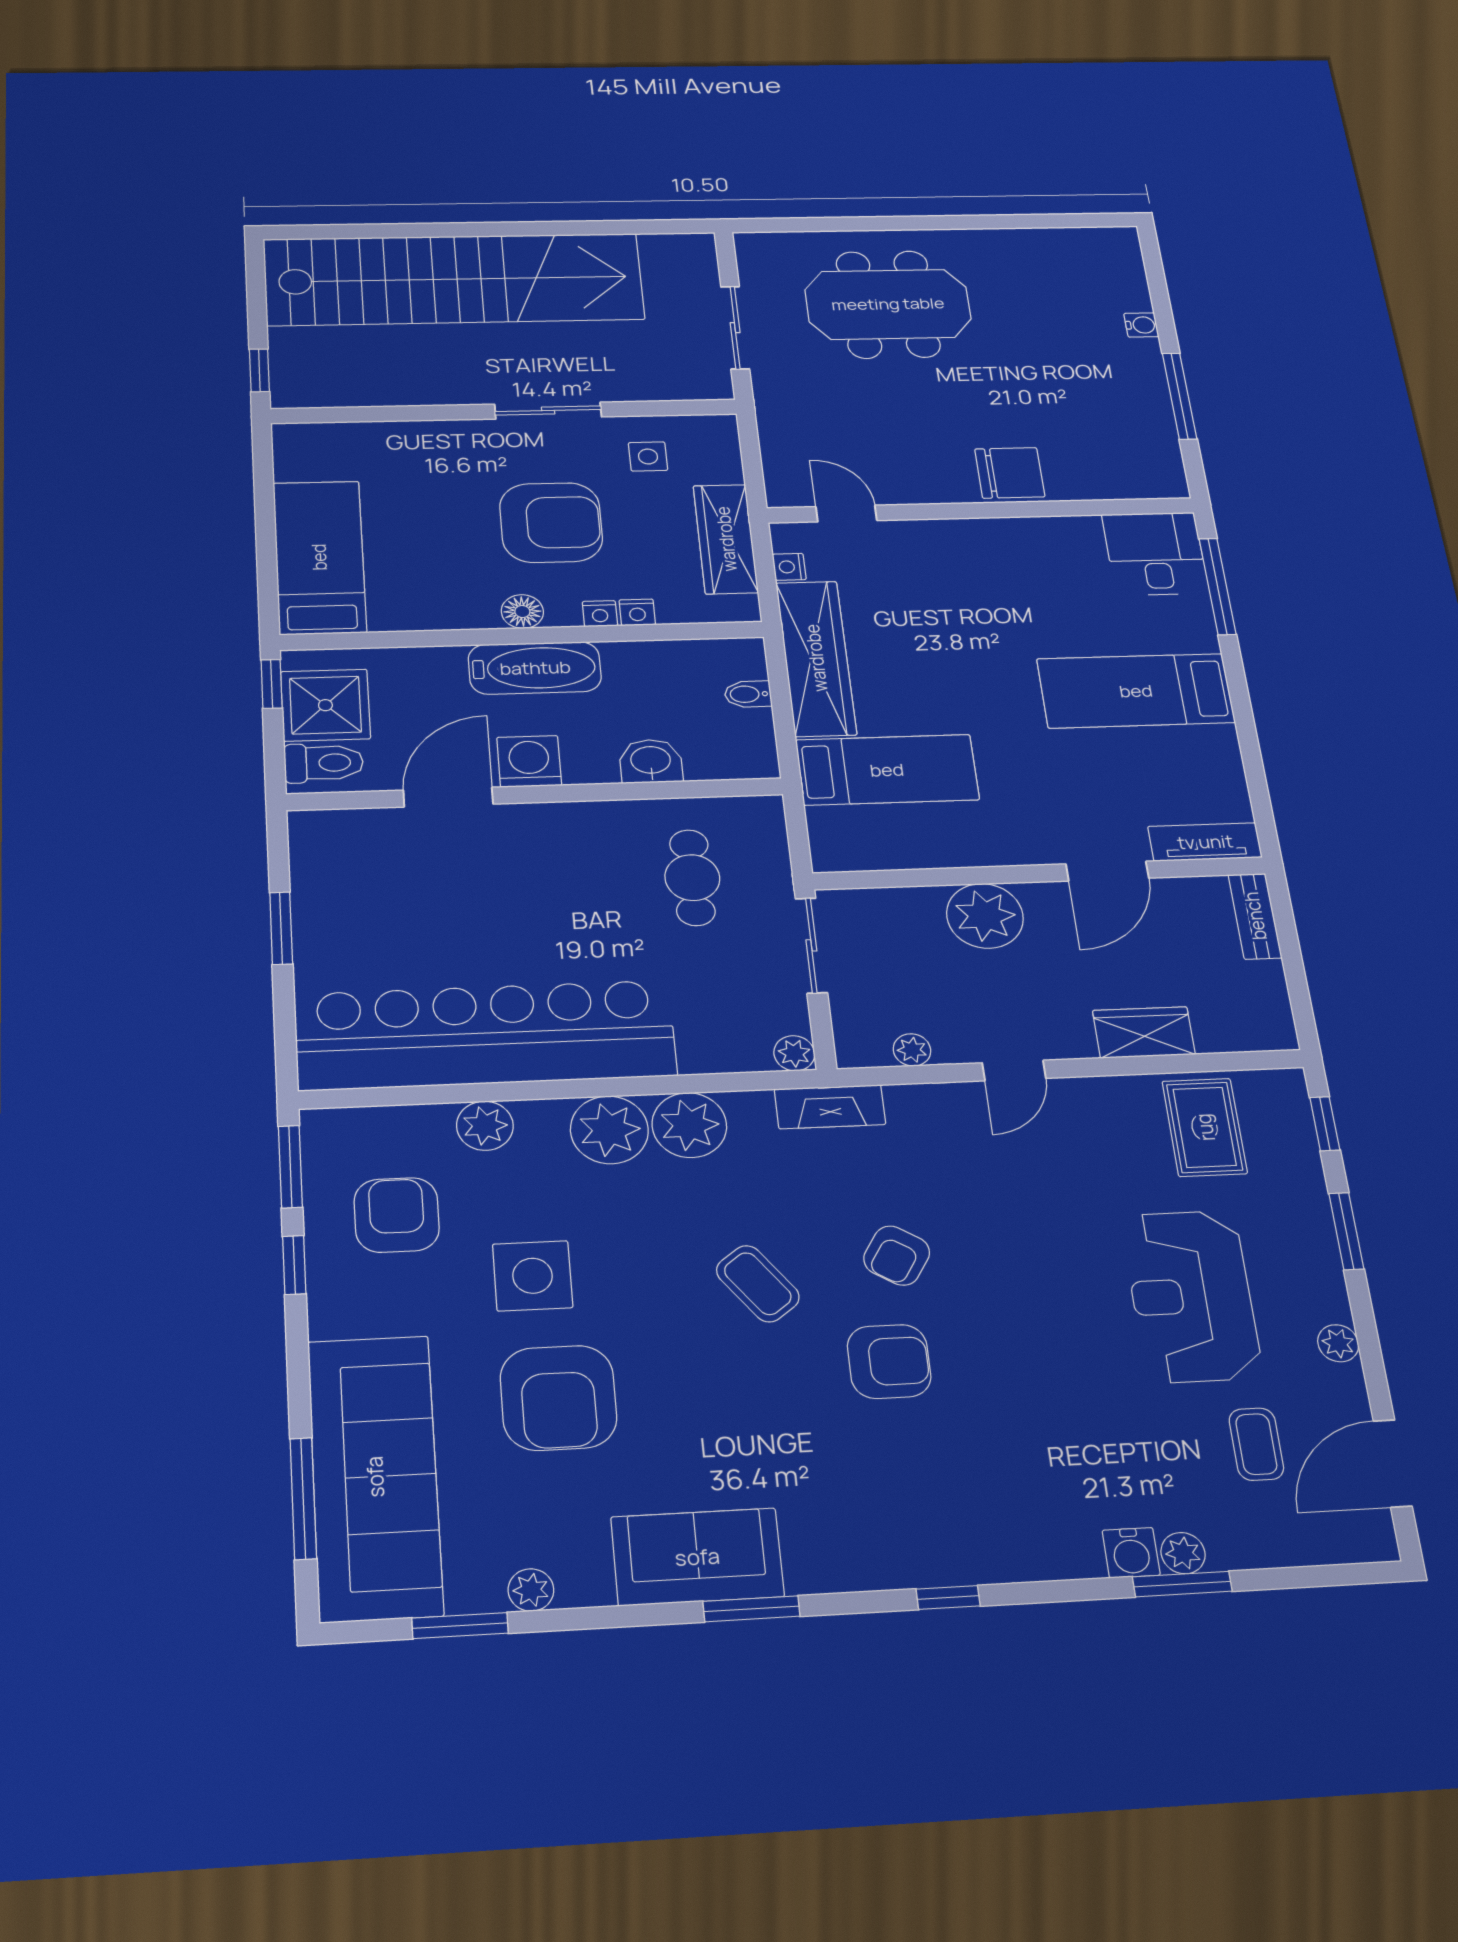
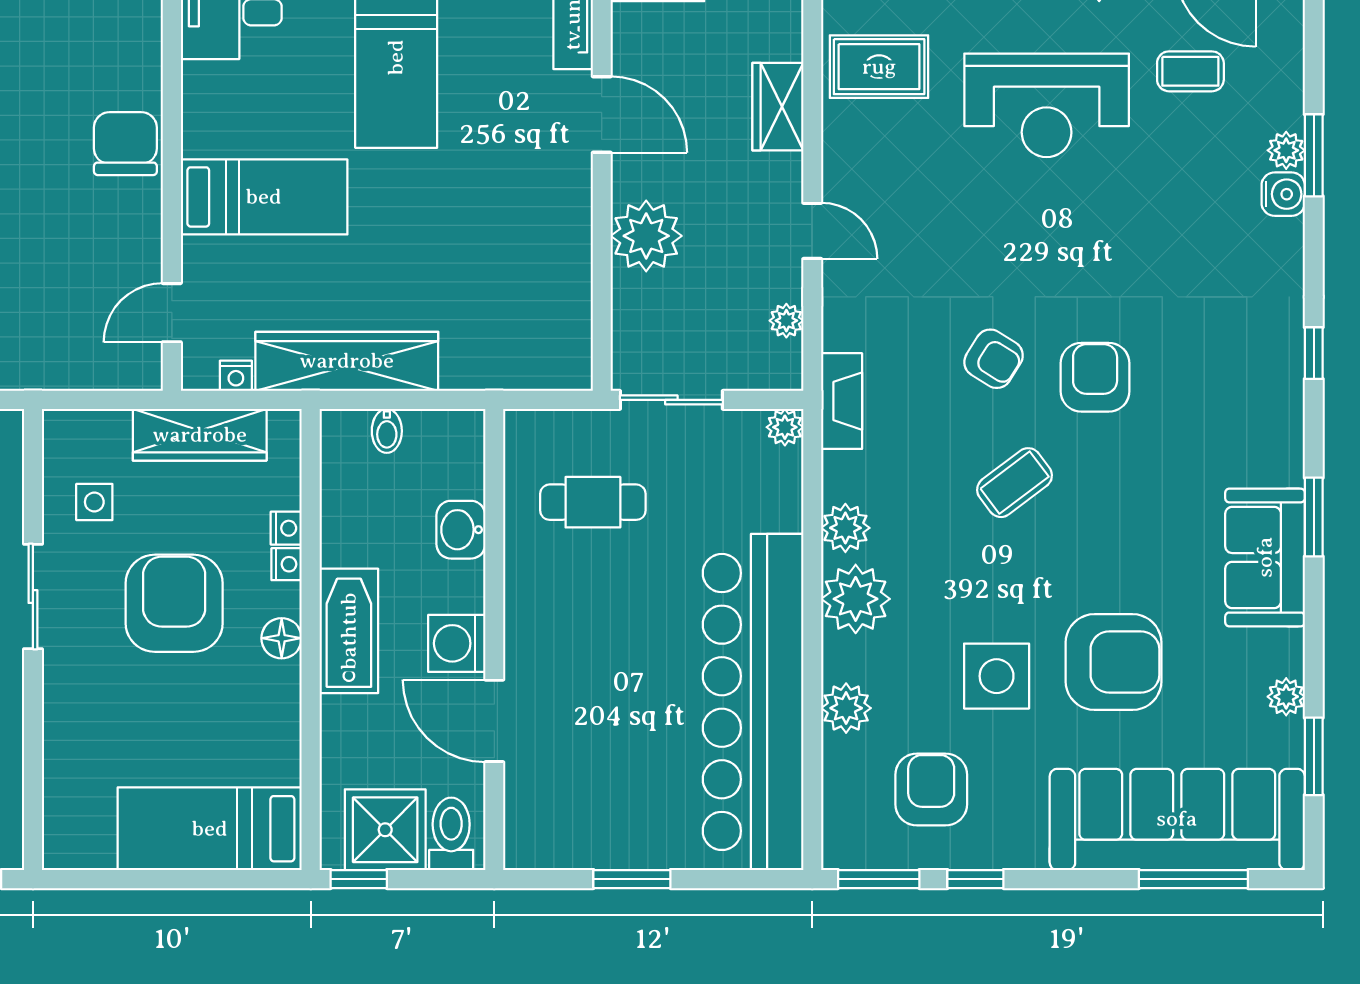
bed: (887, 770) -> (264, 197), moved, turned 90
plant: (689, 1125) -> (845, 528), width x0.73, depth x0.73
armchair: (397, 1215) -> (931, 790), turned 90

